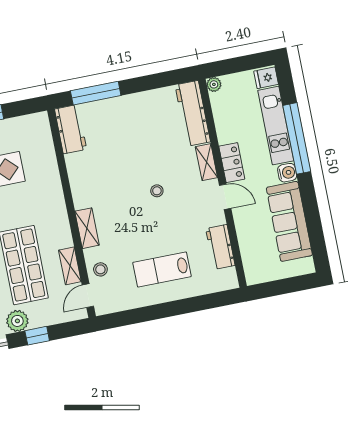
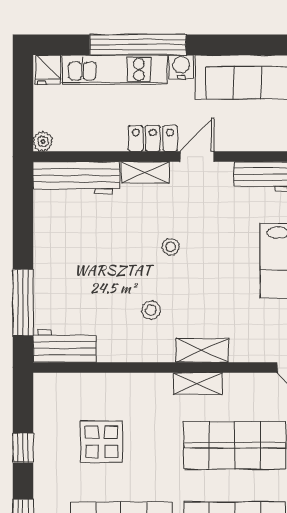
shelving: (70, 266) -> (198, 384), moved
stool: (100, 269) -> (151, 310), moved

